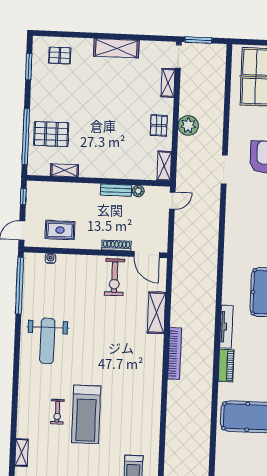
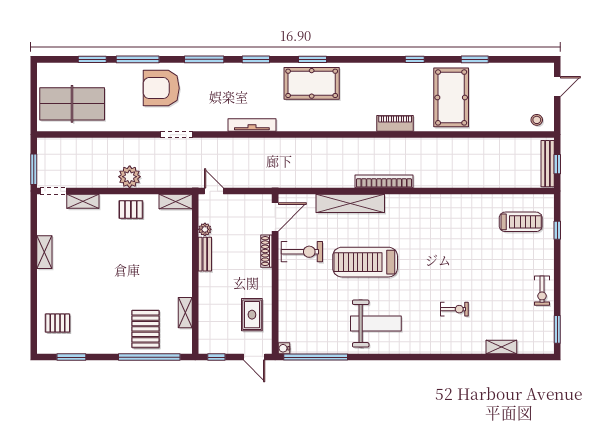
shelving: (116, 48) -> (44, 252), width x0.67, depth x0.75
pallet: (60, 55) -> (58, 323), turned 90
water cooler: (50, 258) -> (284, 348), moved
shelving: (156, 313) -> (350, 203), width x1.47
tv unit: (226, 327) -> (252, 125), moved
treadmill: (86, 414) -> (365, 262), moved, turned 180

